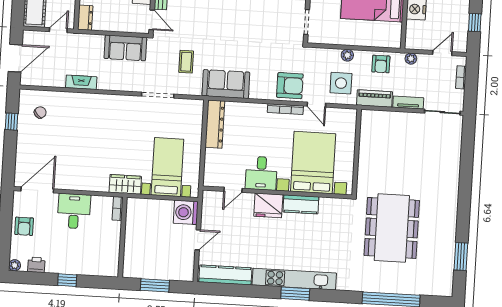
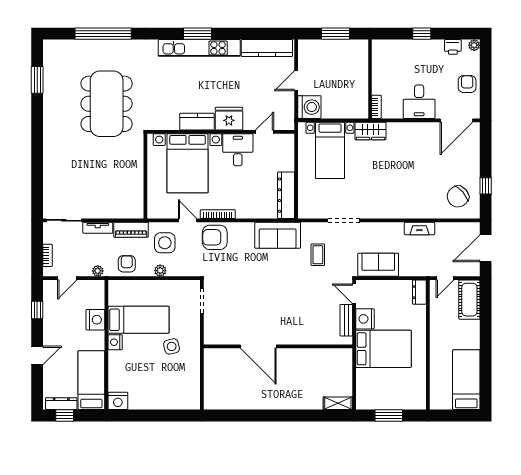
chair: (40, 112) -> (458, 197), width x1.87, depth x1.87

